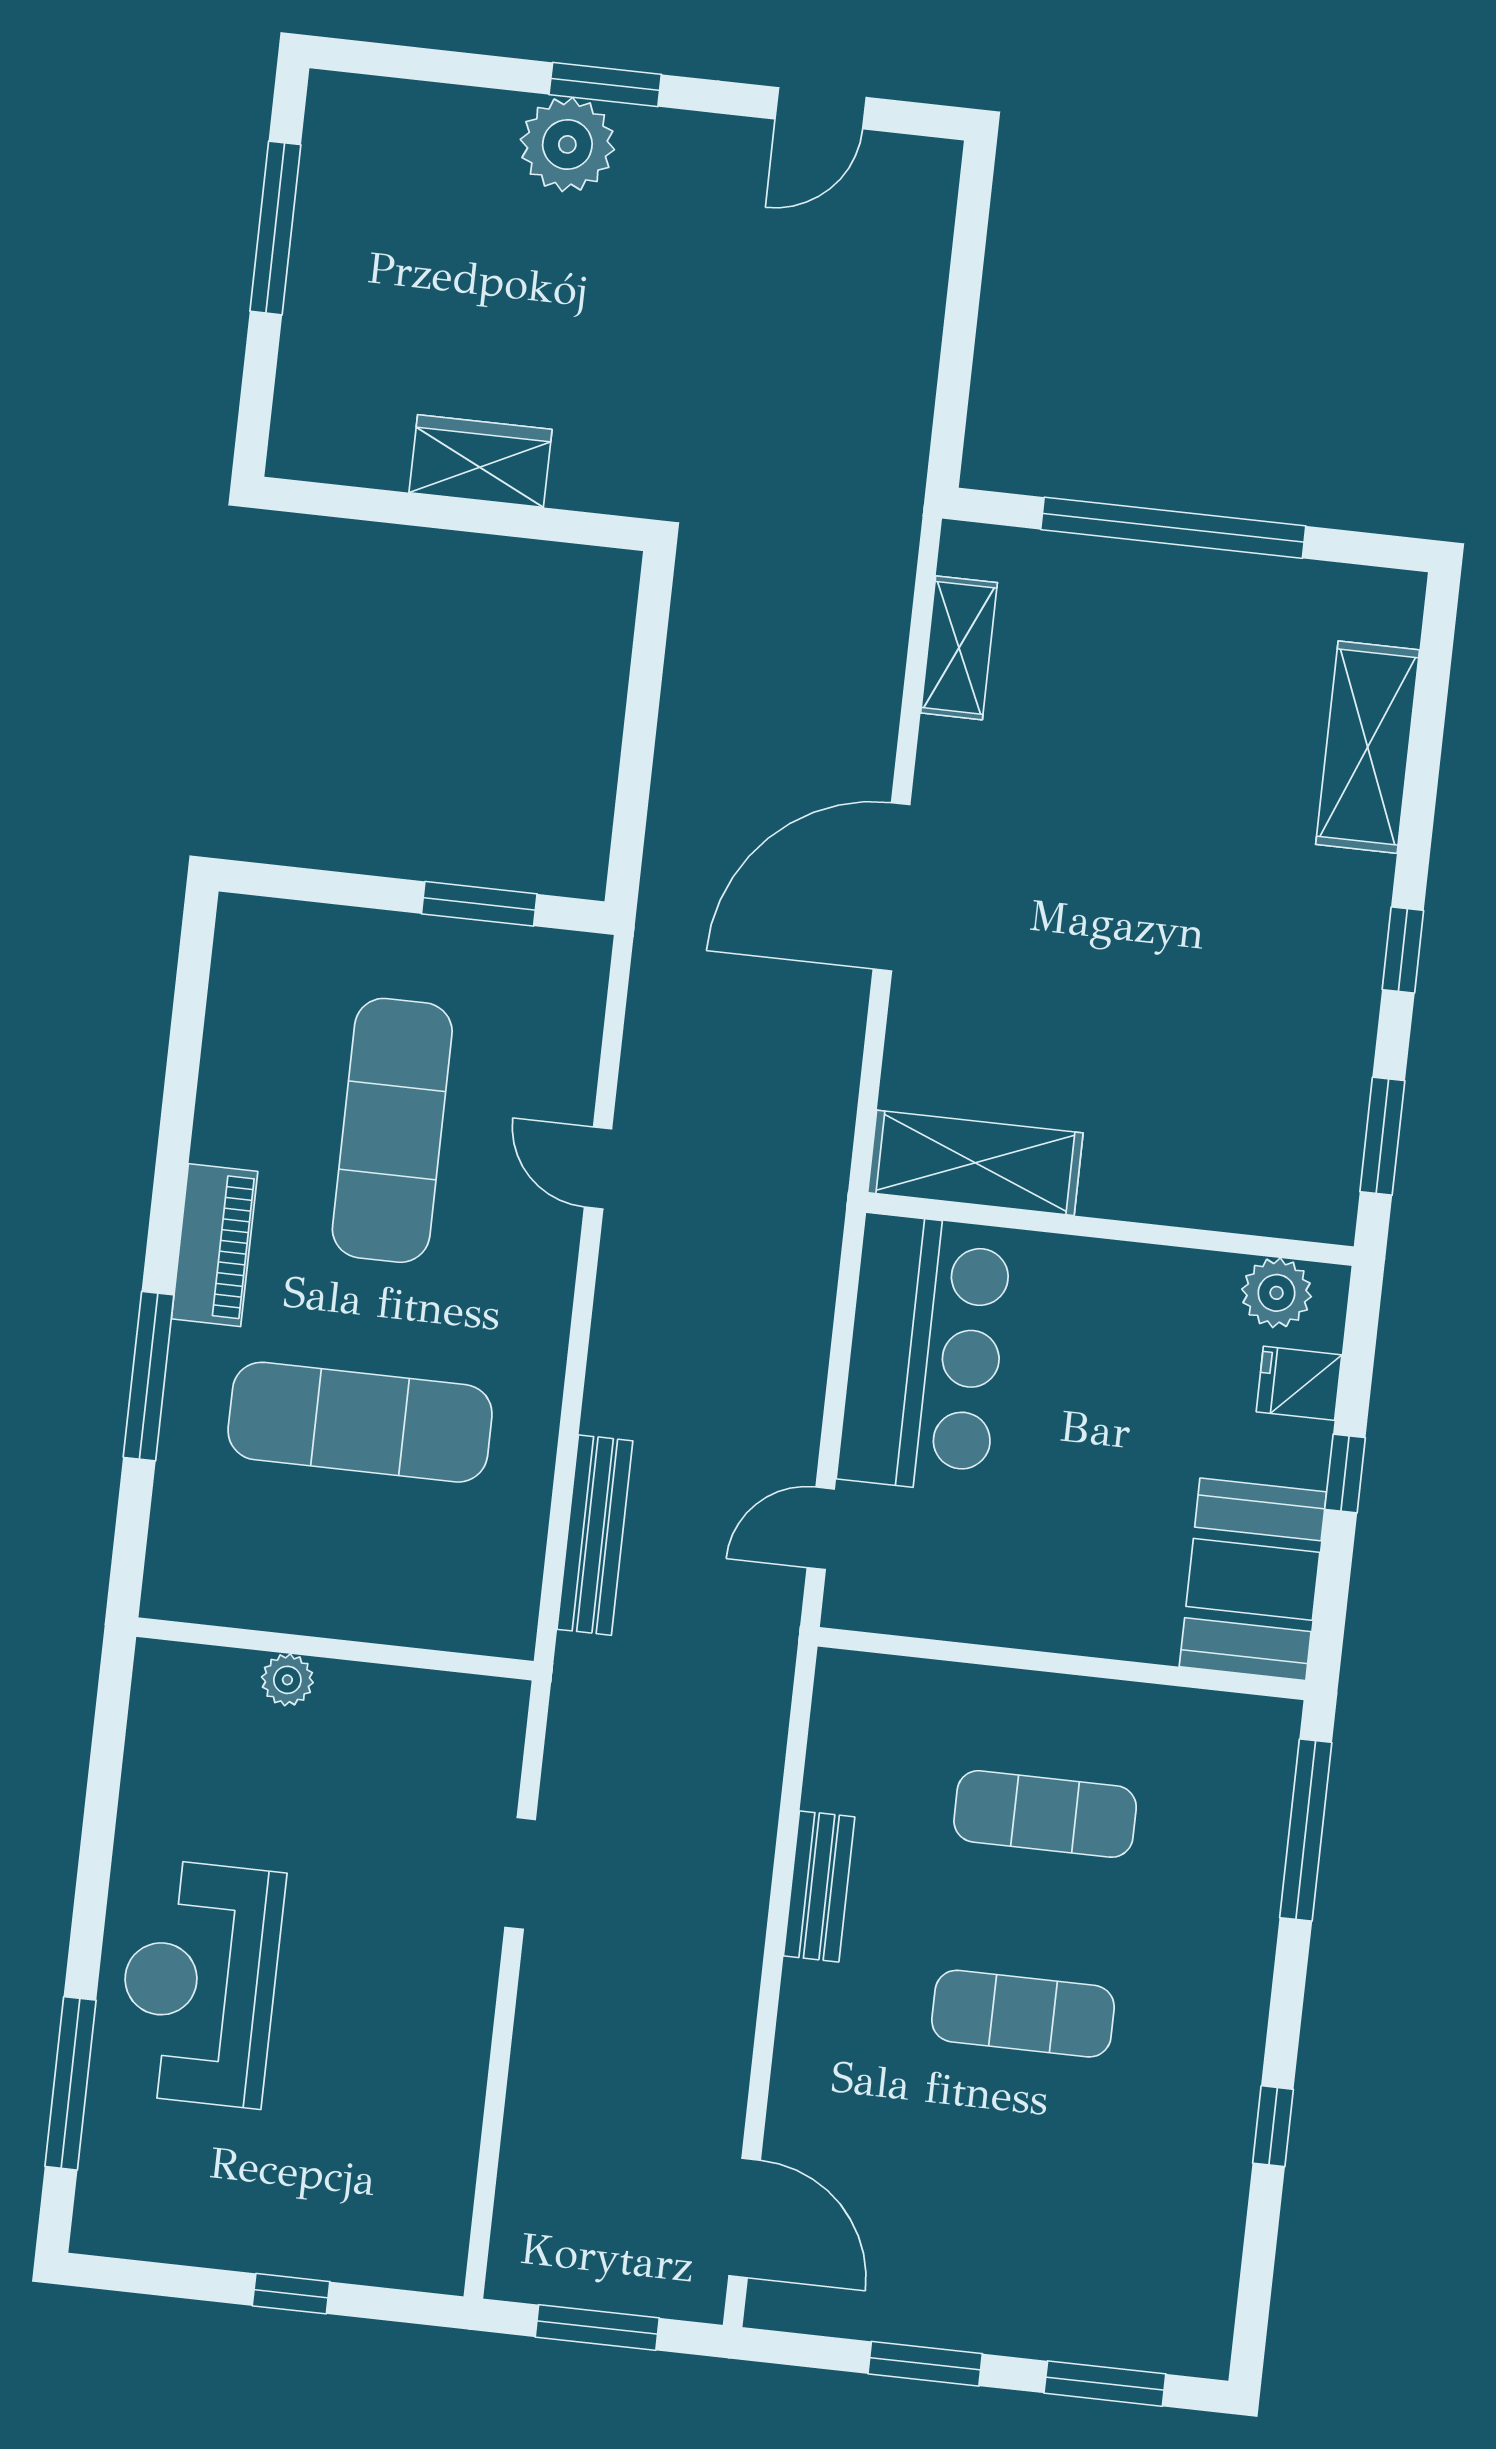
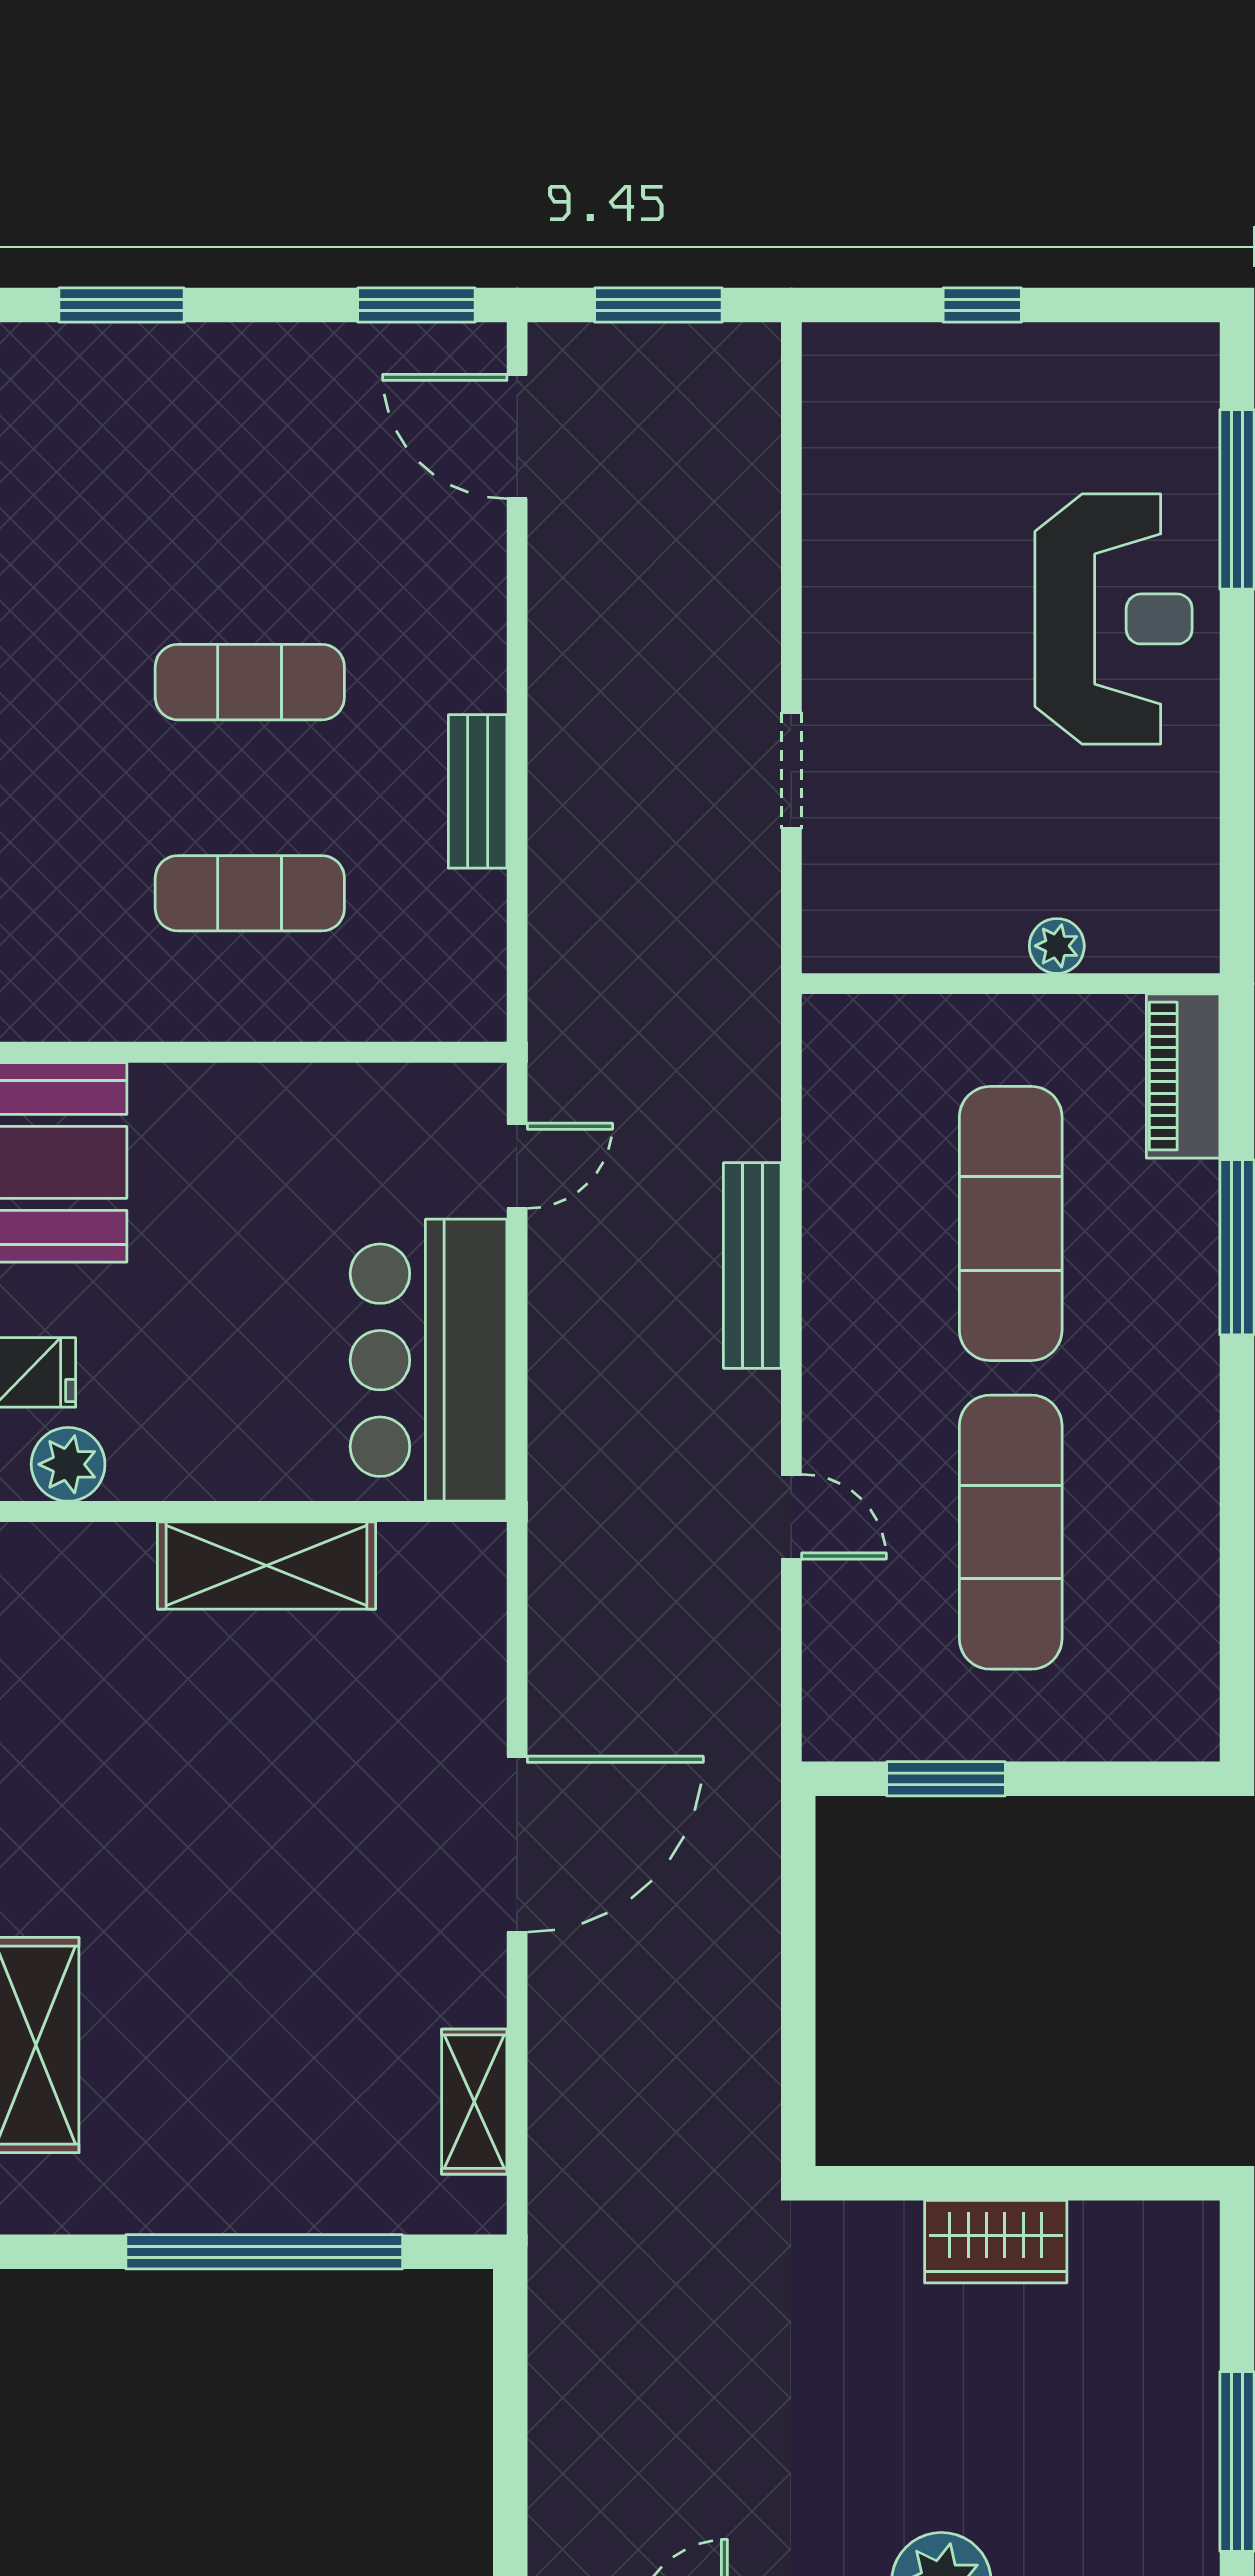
shelving: (975, 1163) -> (267, 1565), moved
piano: (215, 1245) -> (1183, 1076), moved
exercise mat: (360, 1422) -> (1011, 1224), turned 90
bench: (595, 1535) -> (752, 1266), moved
window: (925, 2364) -> (416, 305), moved

